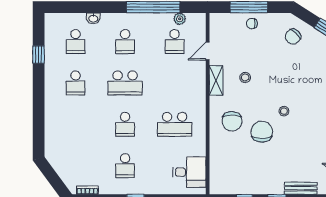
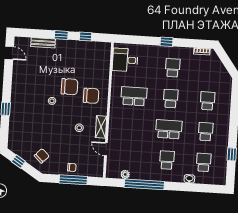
school desk: (175, 42) -> (208, 101), moved
door: (208, 51) -> (106, 149), swing flipped
chair: (232, 121) -> (91, 96), turned 90
chair: (262, 132) -> (69, 87), turned -90

